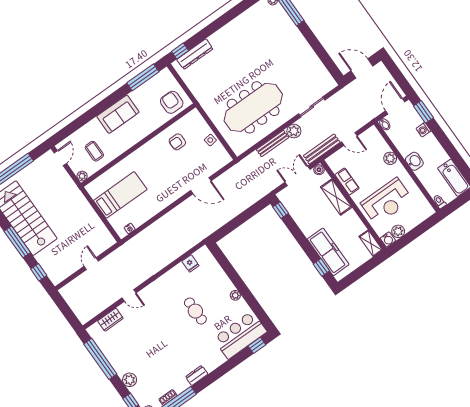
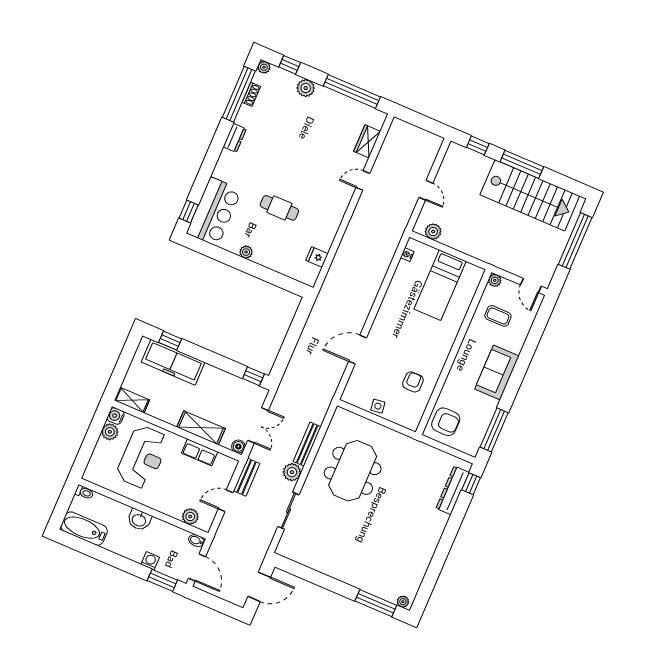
meeting table: (253, 107) -> (353, 471), width x0.73
bench: (322, 149) -> (247, 477), width x0.73
plant: (390, 158) -> (190, 516), moved
reception desk: (387, 201) -> (143, 457), turned 180
plant: (103, 233) -> (433, 232), added

